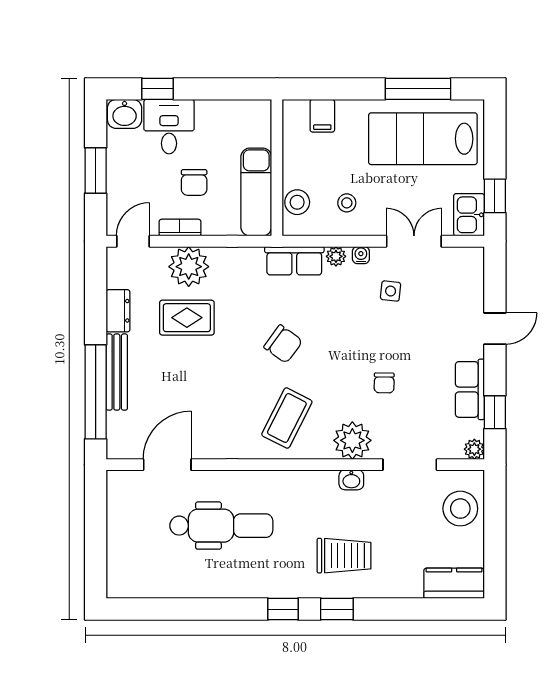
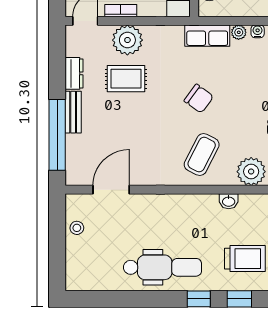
bench: (117, 372) -> (73, 112), width x0.73
washbasin: (351, 480) -> (229, 201), moved
stool: (122, 515) -> (77, 228), added
dental chair: (221, 526) -> (163, 267), moved

